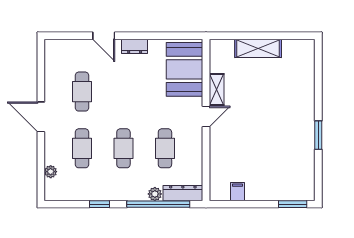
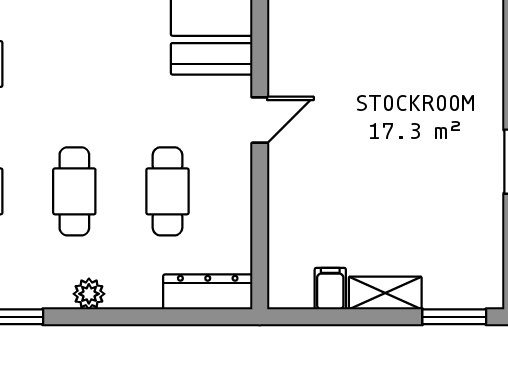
shelving: (217, 89) -> (385, 293), moved, turned 90
plant: (155, 194) -> (89, 294), moved
window: (158, 204) -> (152, 317), removed

